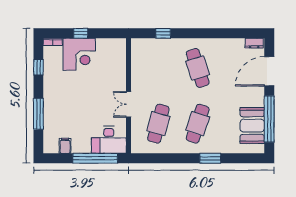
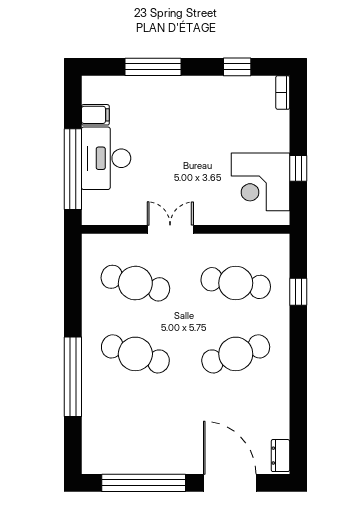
window: (81, 33) -> (298, 168), moved
corner desk: (79, 54) -> (260, 182), moved
cafe table: (158, 68) -> (236, 283), added
booth: (252, 126) -> (132, 452), removed
desk: (109, 140) -> (106, 158), moved
window: (210, 158) -> (73, 377), width x2.11

